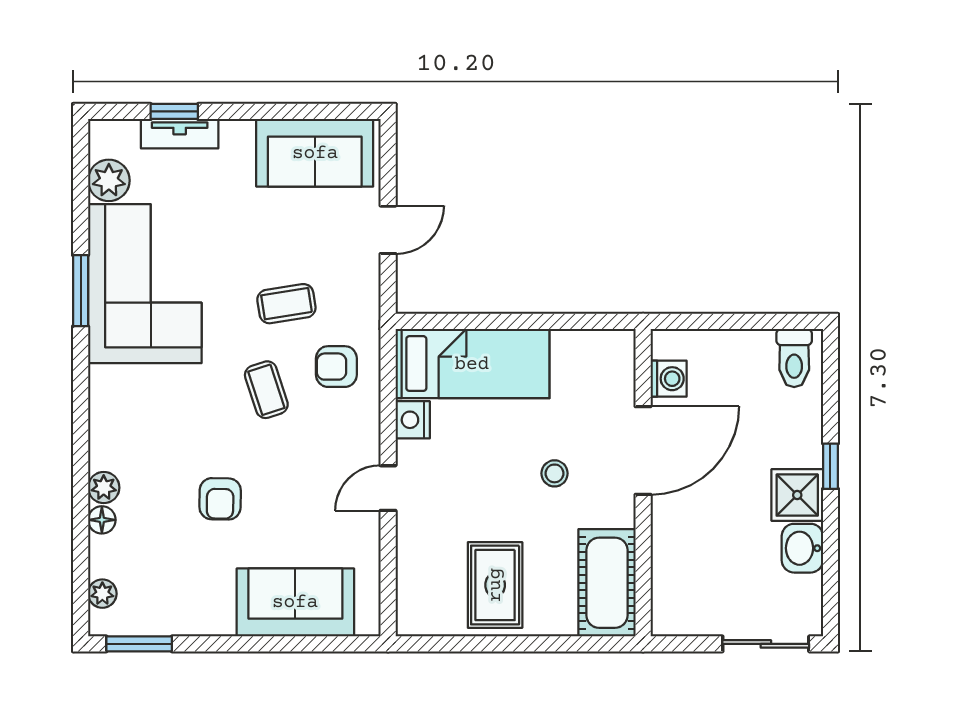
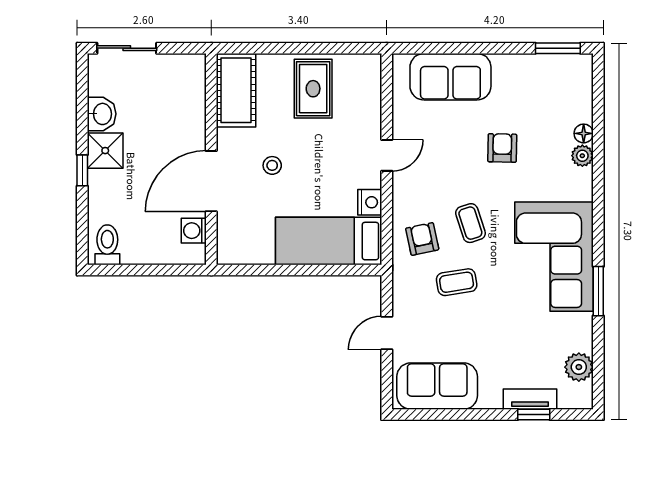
corner sofa: (145, 284) -> (554, 257), moved
armchair: (336, 367) -> (422, 239), turned -102
plant: (102, 594) -> (583, 83), removed

